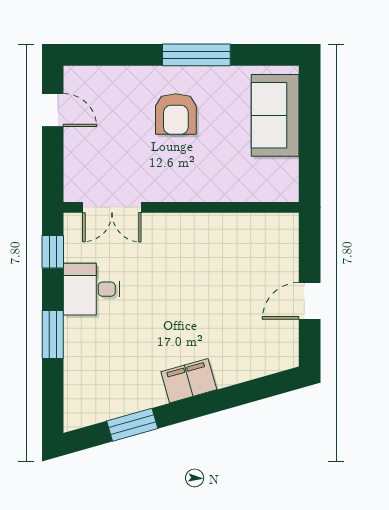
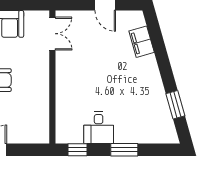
double door: (112, 207) -> (52, 34), moved
filing cabinet: (189, 381) -> (142, 42), moved

